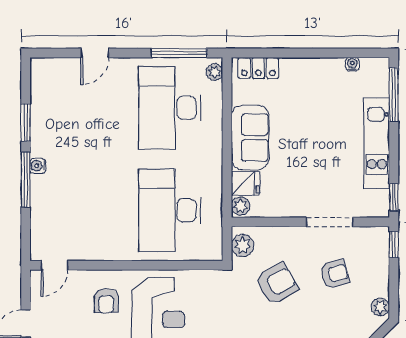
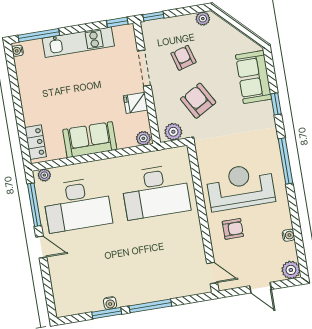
door: (95, 53) -> (41, 247), moved
water cooler: (352, 64) -> (18, 51), moved
water cooler: (38, 166) -> (110, 303), moved
fridge: (245, 183) -> (136, 103), moved, turned -90

